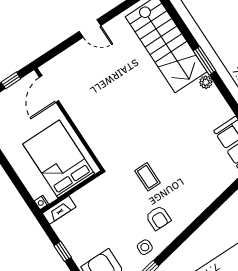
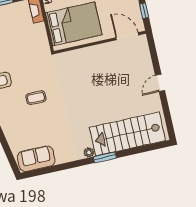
coffee table: (147, 177) -> (36, 98), moved

